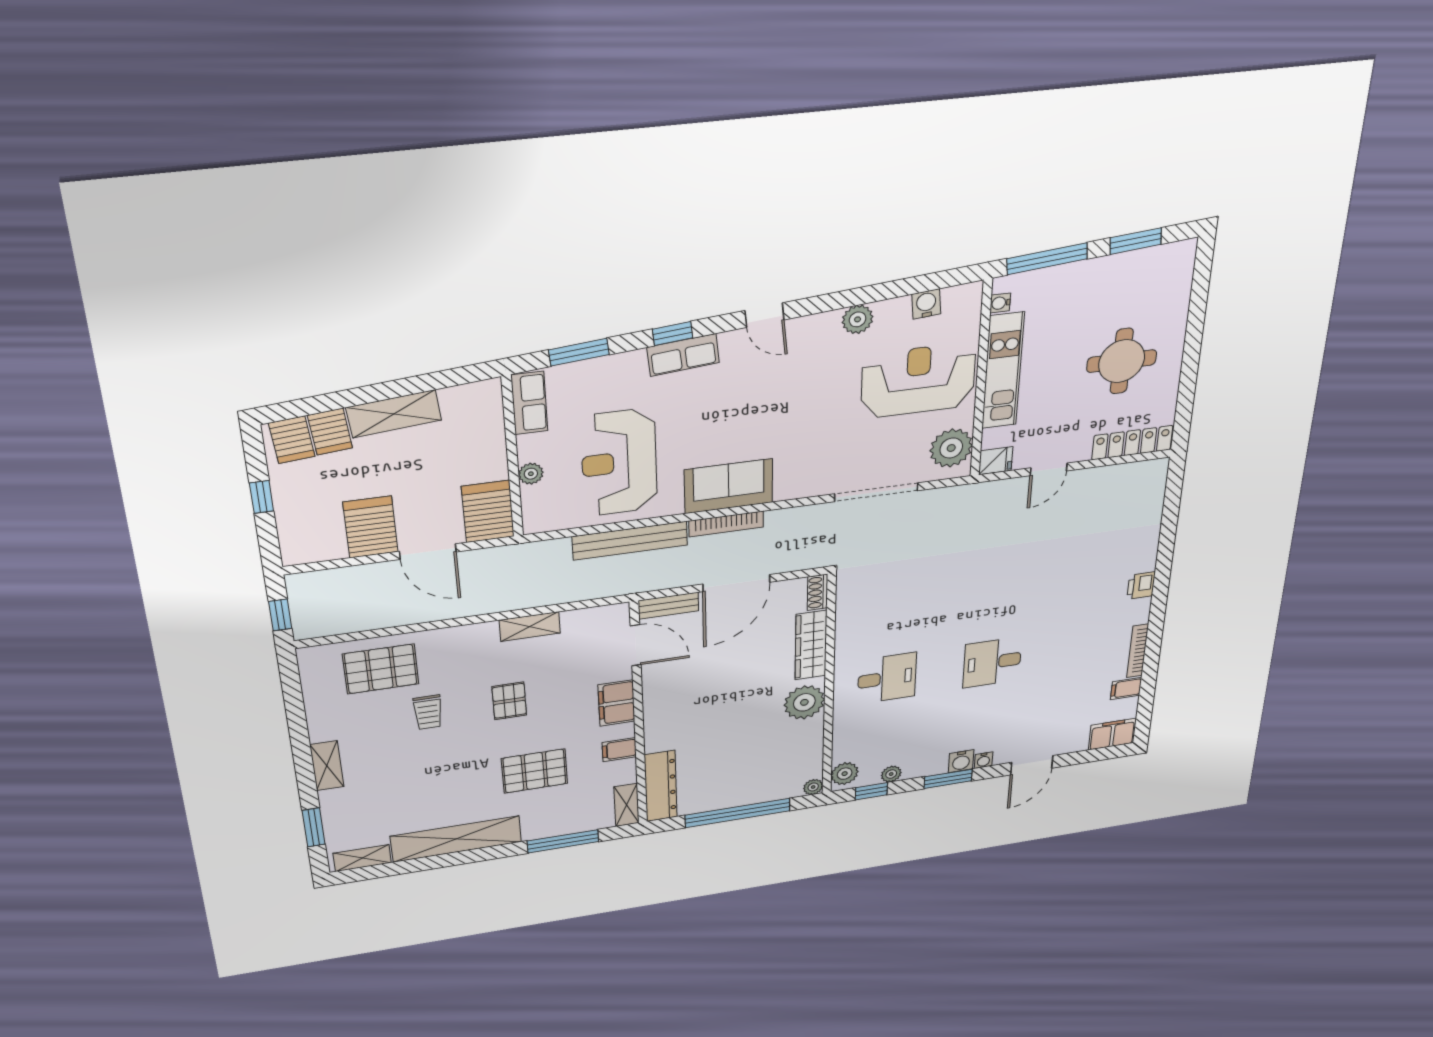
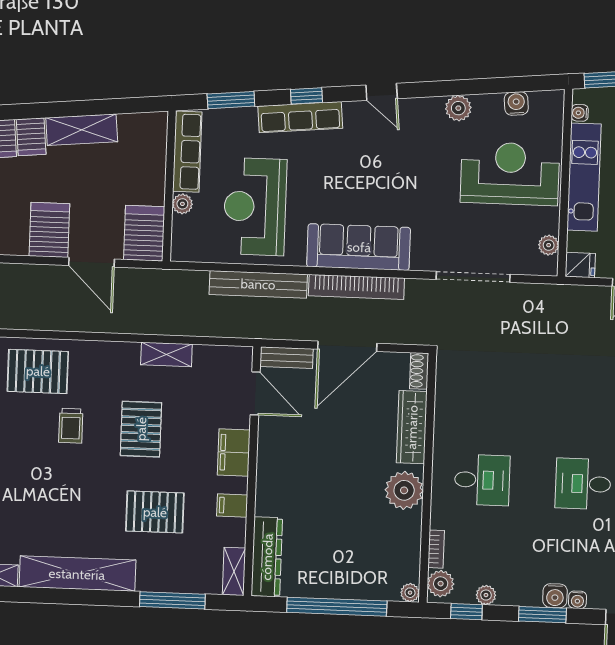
row of seats: (683, 355) -> (300, 117), width x1.48
row of seats: (529, 403) -> (187, 152), width x1.48
plant: (951, 448) -> (549, 245), width x0.53, depth x0.53
sofa: (729, 486) -> (359, 247), width x1.36
bookcase: (726, 524) -> (356, 287), width x1.48, depth x1.31
pallet: (509, 701) -> (141, 429), width x1.50, depth x1.42
bookcase: (839, 746) -> (436, 549), added

